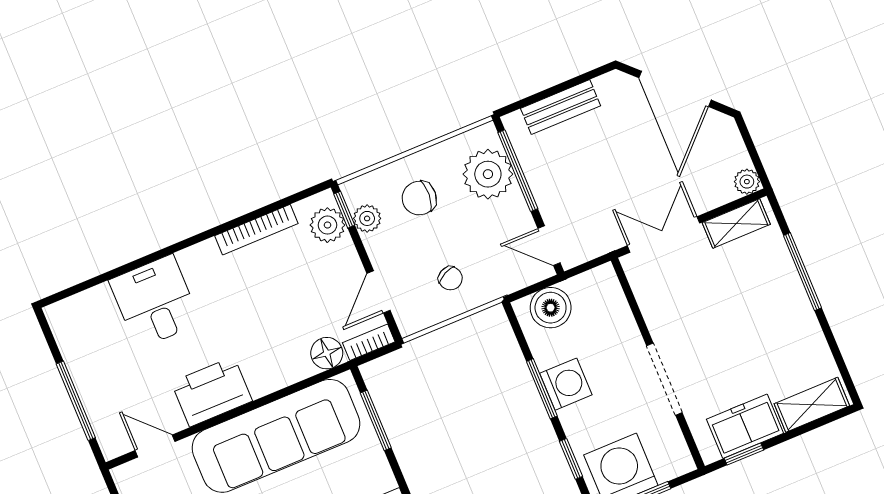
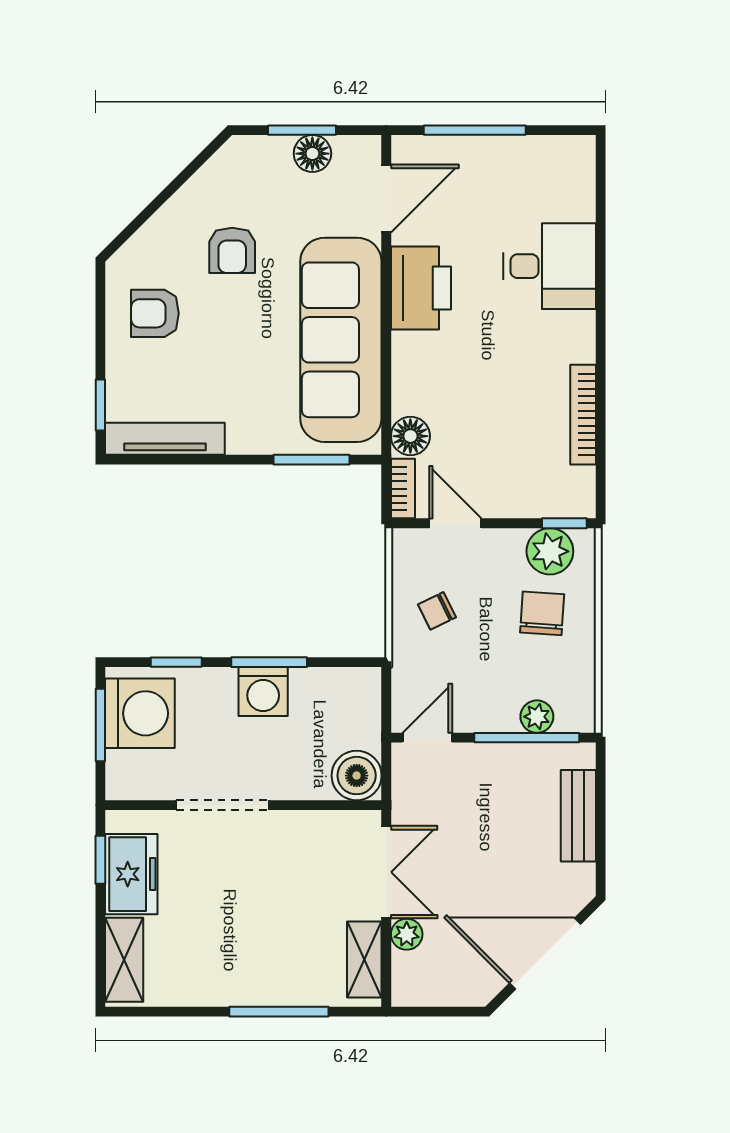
plant: (488, 174) -> (537, 717), width x0.53, depth x0.53
plant: (747, 182) -> (407, 934), moved
plant: (367, 218) -> (550, 551), width x1.38, depth x1.38
plant: (327, 225) -> (555, 497), removed
boiler: (551, 308) -> (357, 776), moved
door: (155, 446) -> (386, 198), width x1.38

